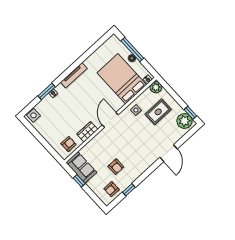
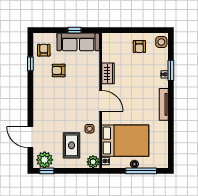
armchair: (68, 144) -> (139, 47), moved
door: (169, 153) -> (30, 137), moved
sofa: (81, 167) -> (78, 42), width x1.36

